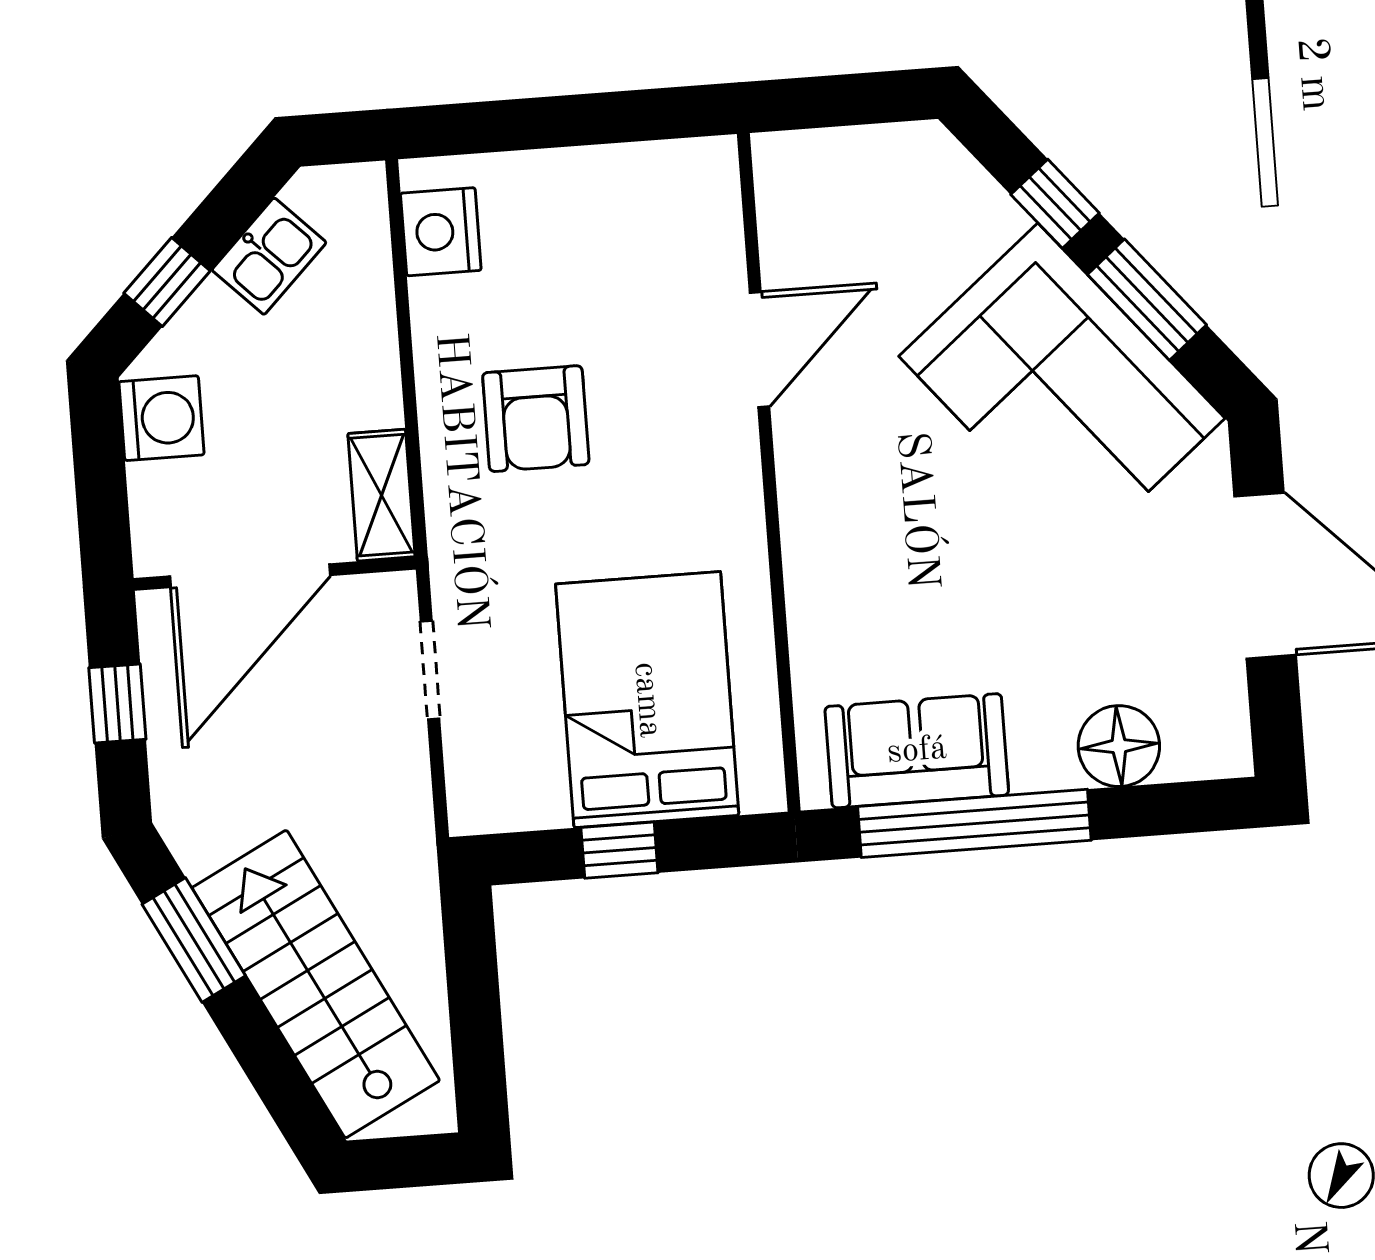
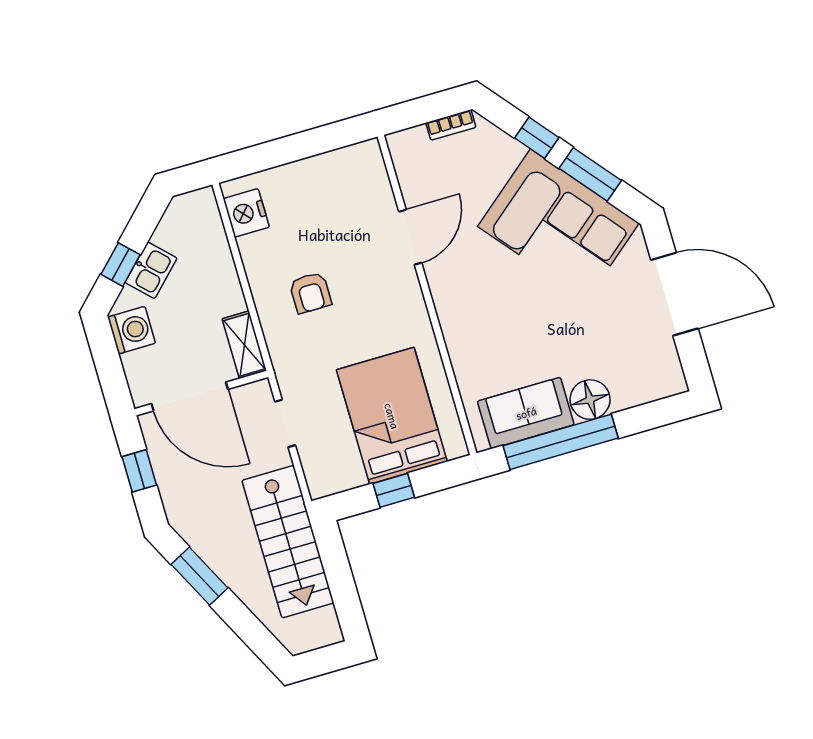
bookcase: (888, 142) -> (451, 125), added
kitchen sink: (269, 256) -> (151, 270), moved
armchair: (536, 419) -> (310, 293), width x0.72, depth x0.72
door: (250, 576) -> (190, 396), hinge flipped
floor lamp: (1119, 746) -> (590, 400), moved
stairs: (316, 984) -> (288, 542), moved, turned -153

